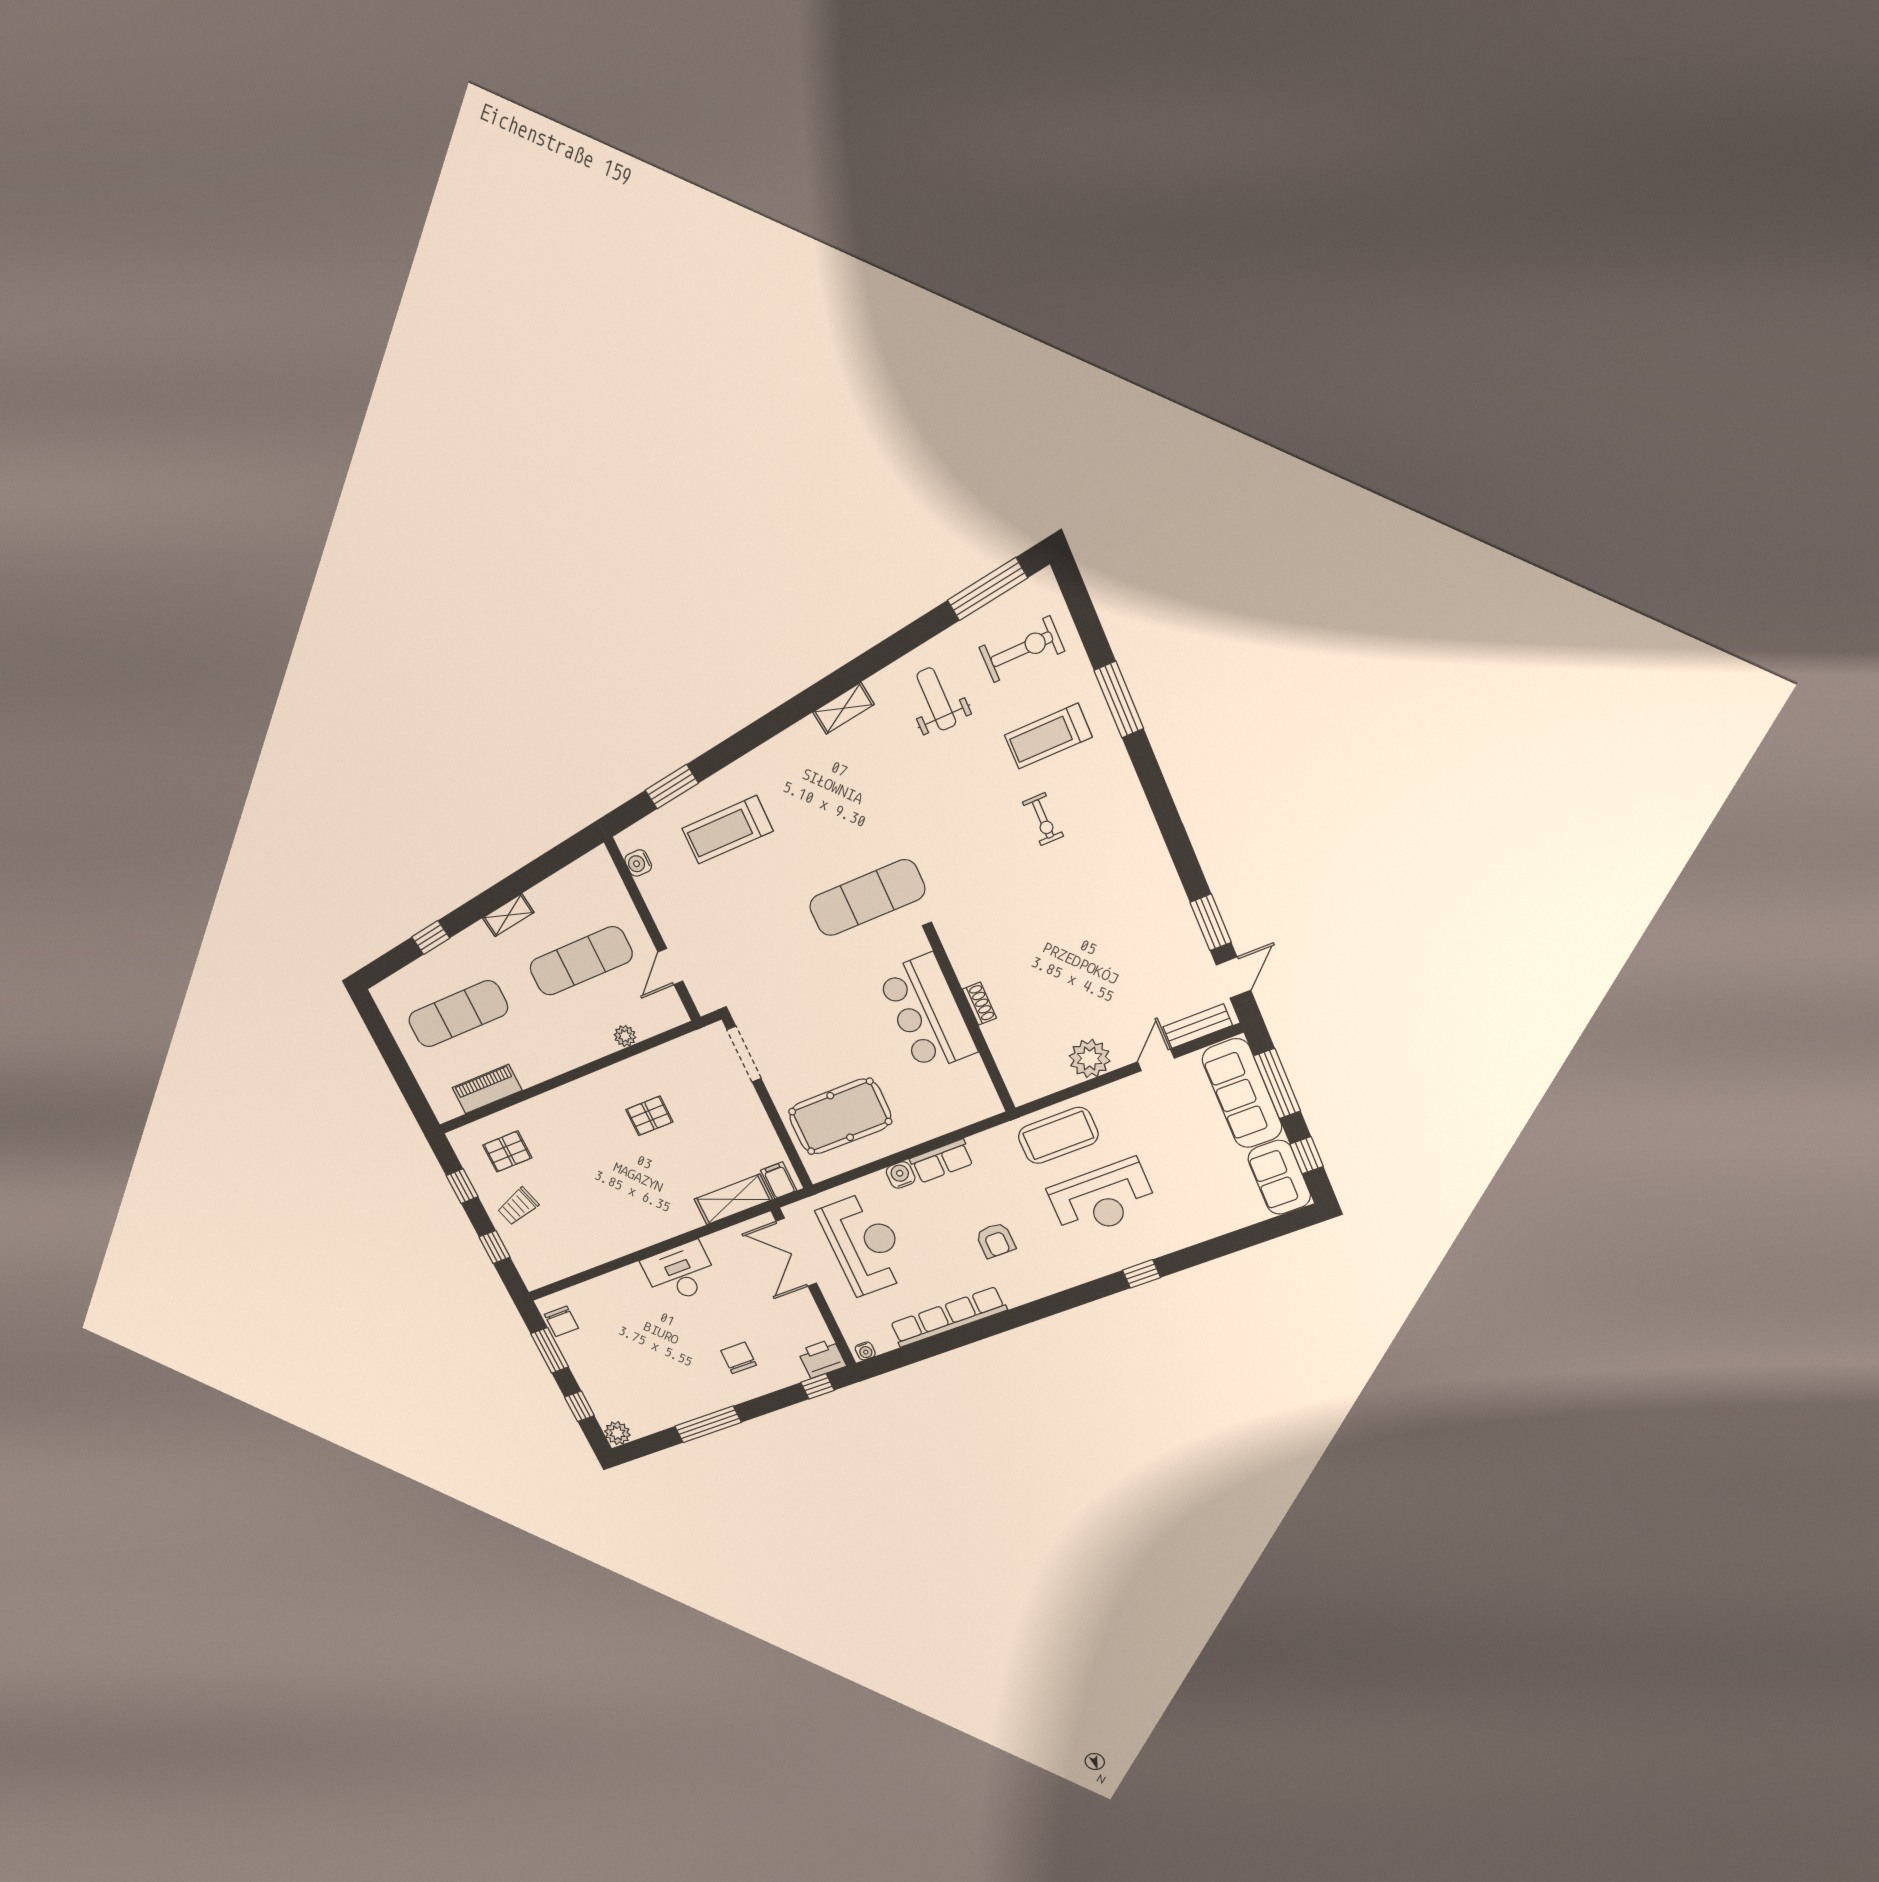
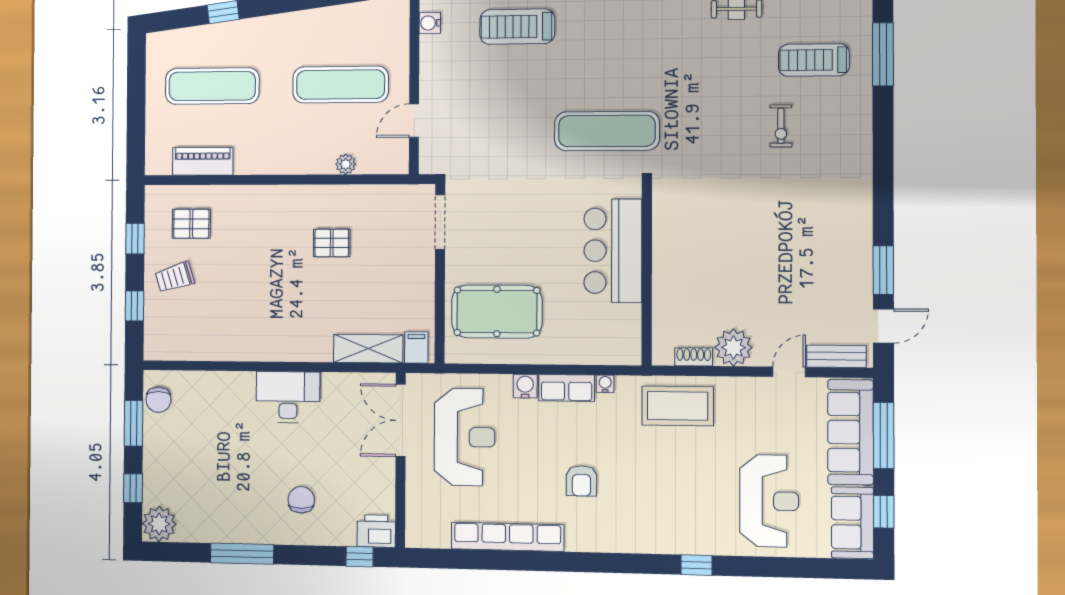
shelving: (508, 915) -> (299, 21), removed
shoe rack: (979, 1004) -> (694, 357), moved, turned -90
reception desk: (1102, 1199) -> (769, 501), moved, turned -90
water cooler: (865, 1351) -> (605, 384), moved, turned 180
plant: (617, 1433) -> (159, 524), width x1.36, depth x1.36

